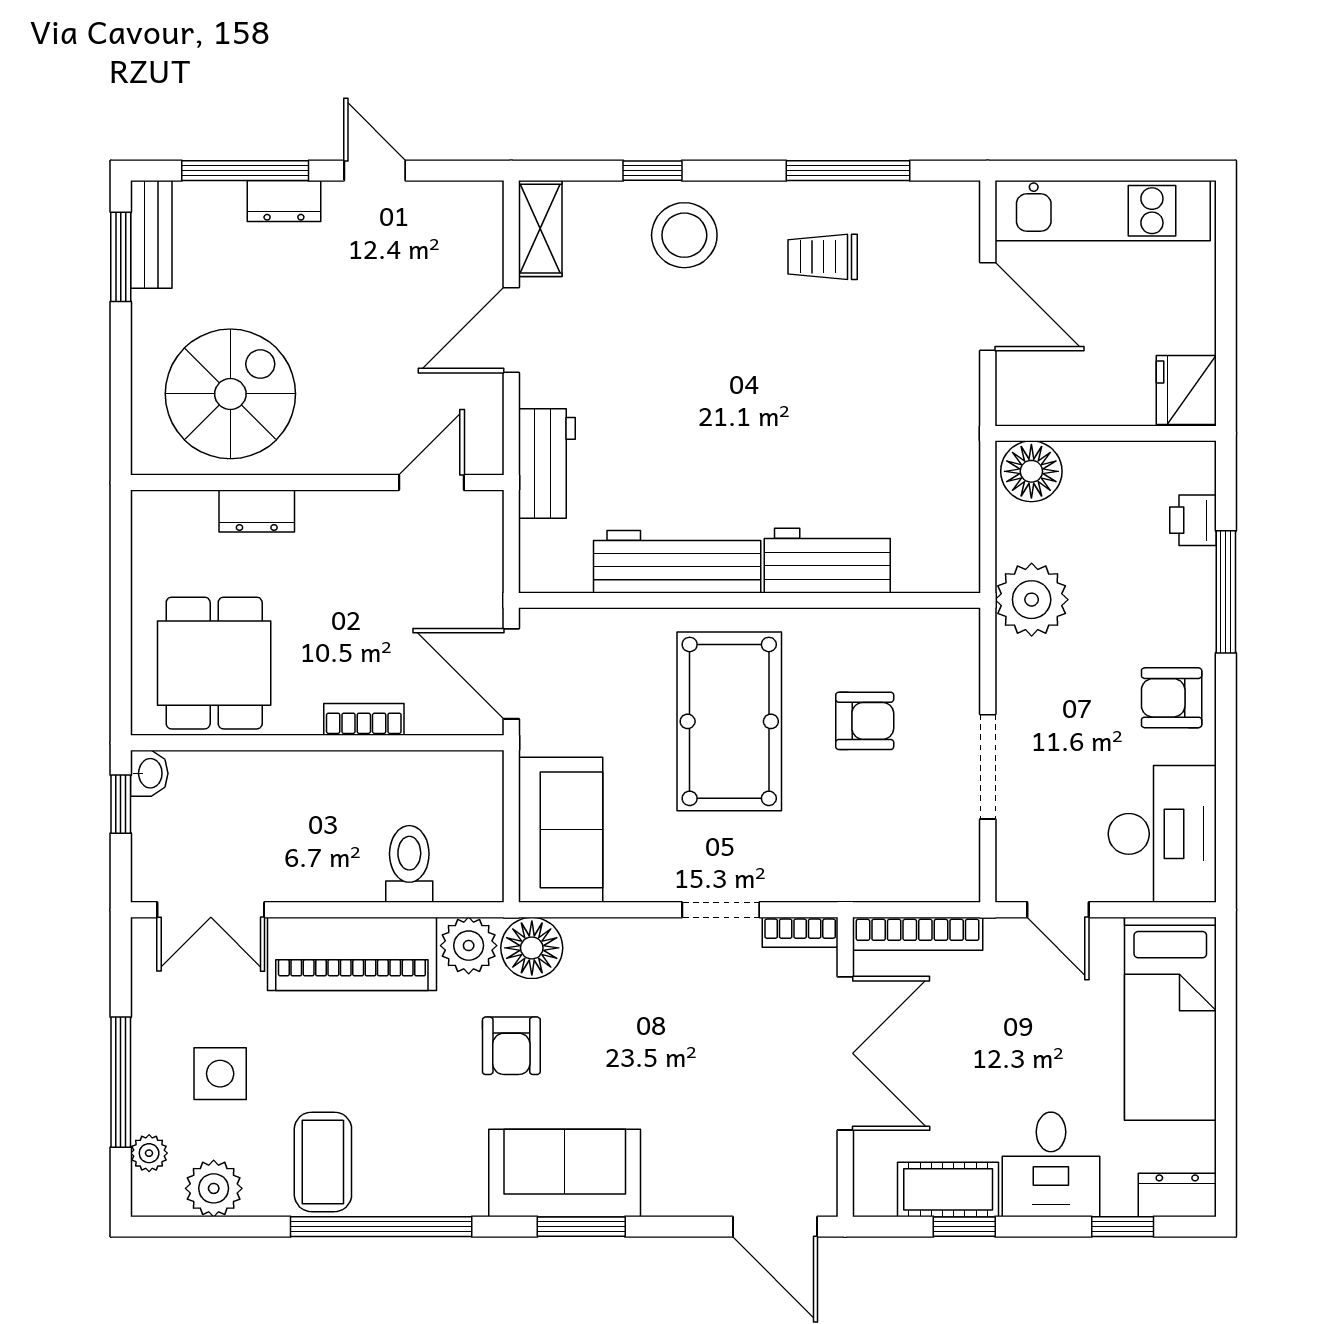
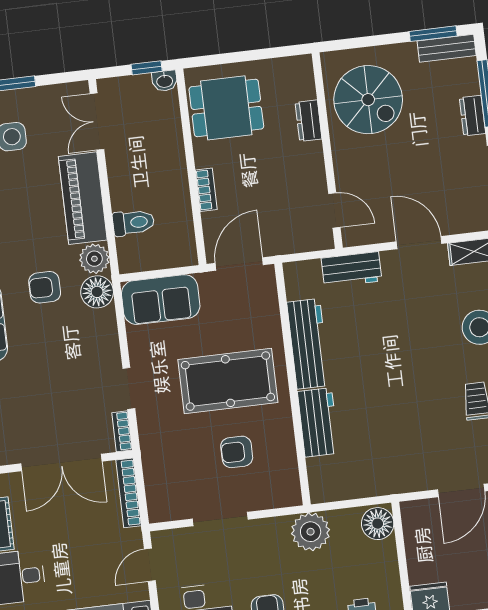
armchair: (865, 721) -> (237, 452), turned 90

